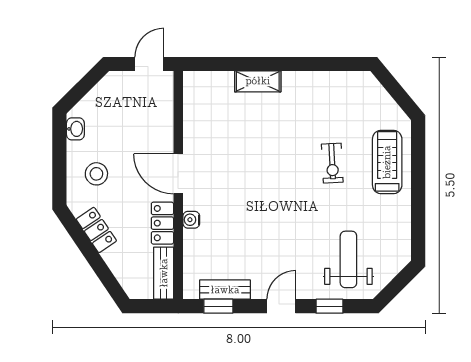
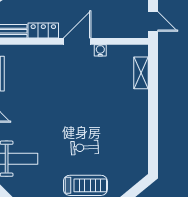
shelving: (258, 81) -> (141, 73), moved
water cooler: (191, 220) -> (100, 50), moved

